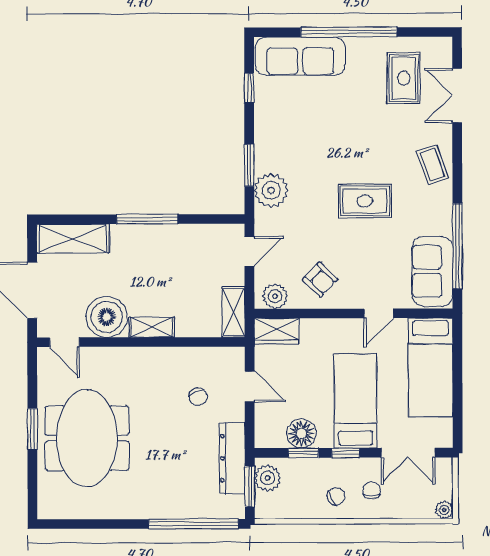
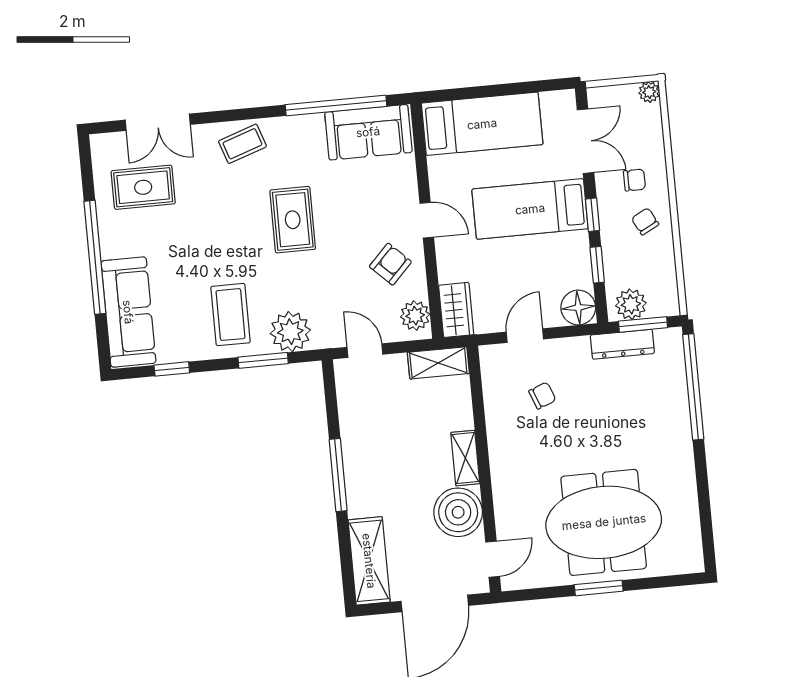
coffee table: (290, 141) -> (230, 315), added
door: (379, 313) -> (427, 220), moved
floor lamp: (301, 434) -> (578, 308), moved
dresser: (232, 458) -> (622, 344), width x0.73, depth x0.80
chair: (372, 491) -> (634, 180), turned 180

